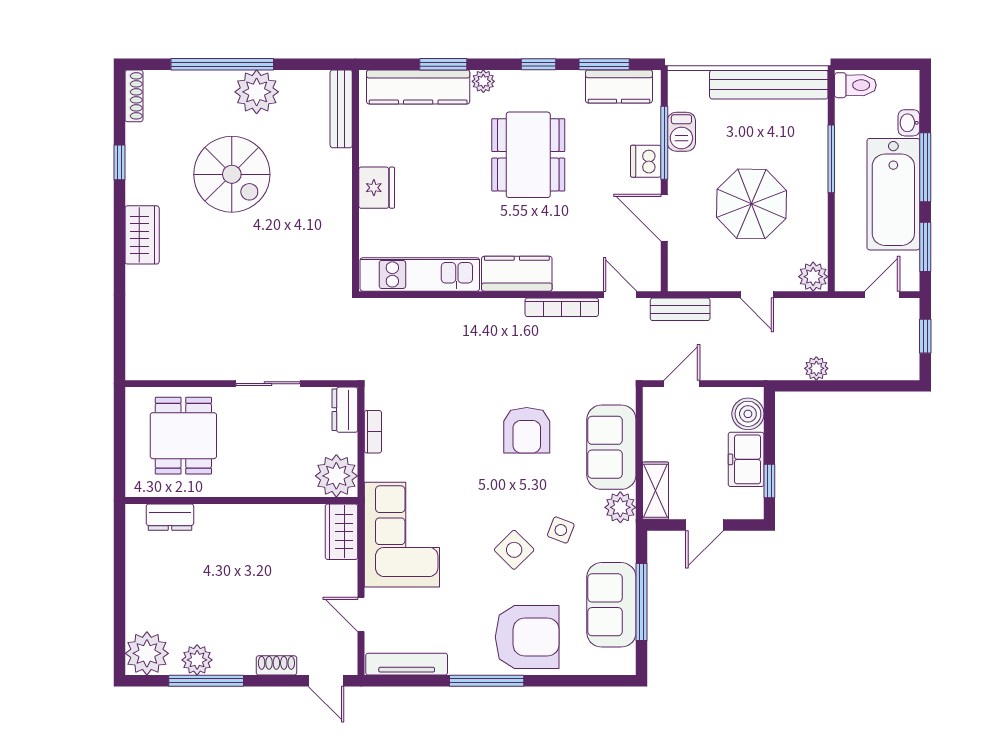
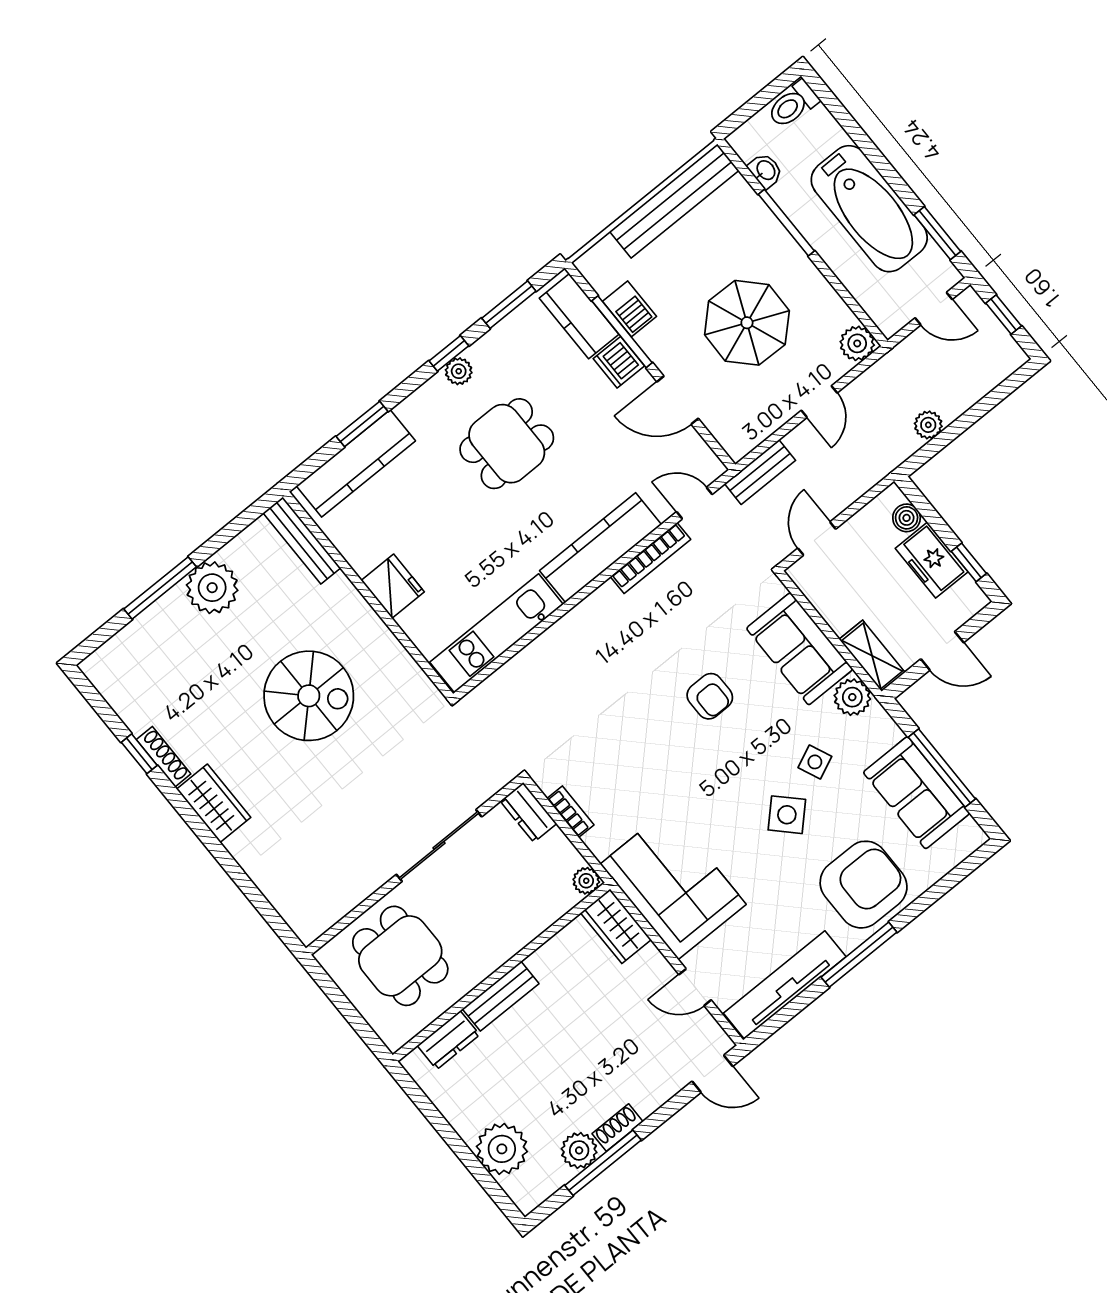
window: (222, 64) -> (160, 588), width x0.68
plant: (483, 81) -> (459, 371), moved
toilet: (855, 85) -> (793, 104), moved, turned 180
kitchen counter: (619, 86) -> (579, 316), moved, turned 90
shoe rack: (134, 96) -> (164, 757), moved
washbasin: (909, 123) -> (765, 171), moved, turned 180
dining table: (528, 155) -> (507, 444), width x0.73
window: (925, 167) -> (878, 161), removed
spiral stairs: (232, 174) -> (309, 696), moved
kitchen counter: (517, 274) -> (601, 548), width x1.50
door: (757, 295) -> (819, 402), hinge flipped
door: (882, 295) -> (934, 309), swing flipped
sliding door: (268, 384) -> (439, 846), width x1.37
boiler: (748, 414) -> (907, 518), width x0.73, depth x0.73
armchair: (527, 430) -> (710, 696), width x0.72, depth x0.72
plant: (336, 476) -> (586, 881), width x0.53, depth x0.53
bench: (228, 516) -> (501, 996), added
door: (704, 525) -> (942, 651), hinge flipped
side table: (561, 530) -> (815, 762), turned 45
plant: (147, 653) -> (502, 1149), moved
tv unit: (407, 664) -> (785, 985), width x1.36, depth x1.29
shoe rack: (276, 665) -> (618, 1128), moved

